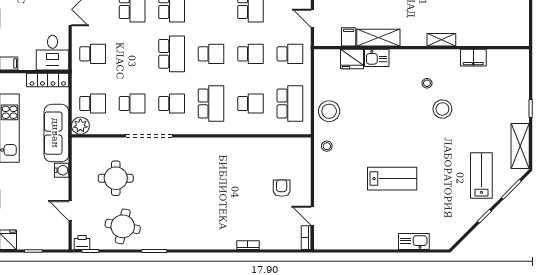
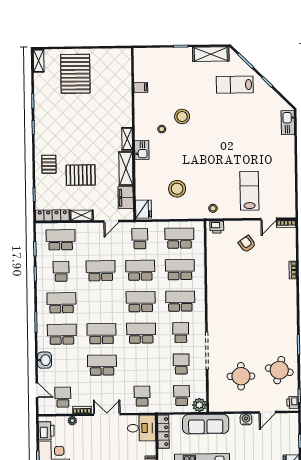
filing cabinet: (349, 37) -> (126, 198), width x2.00
shelving: (441, 40) -> (127, 139), moved
school desk: (211, 54) -> (141, 302), width x1.85
school desk: (250, 54) -> (140, 270), width x1.85
kitchen sink: (377, 58) -> (142, 150), moved
filing cabinet: (473, 58) -> (141, 87), width x0.50
fridge: (352, 59) -> (143, 209), moved
school desk: (250, 103) -> (180, 270), width x1.85
stool: (329, 111) -> (177, 189), moved
printer: (303, 151) -> (217, 227), added
water cooler: (62, 170) -> (246, 419), moved
lab bench: (392, 179) -> (249, 191), moved
armchair: (282, 188) -> (247, 244), turned 55
kitchen sink: (414, 241) -> (288, 123), moved

